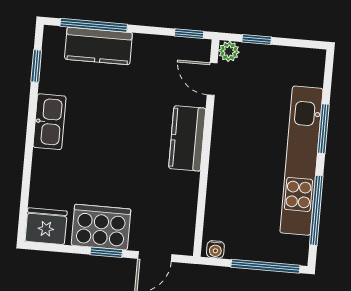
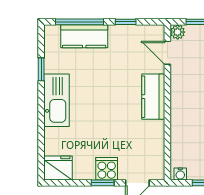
window: (189, 34) -> (126, 22), moved
window: (36, 66) -> (41, 69), moved
kitchen sink: (49, 122) -> (56, 100), width x1.36, depth x1.24
cooker: (101, 227) -> (107, 169), width x0.53, depth x0.76

